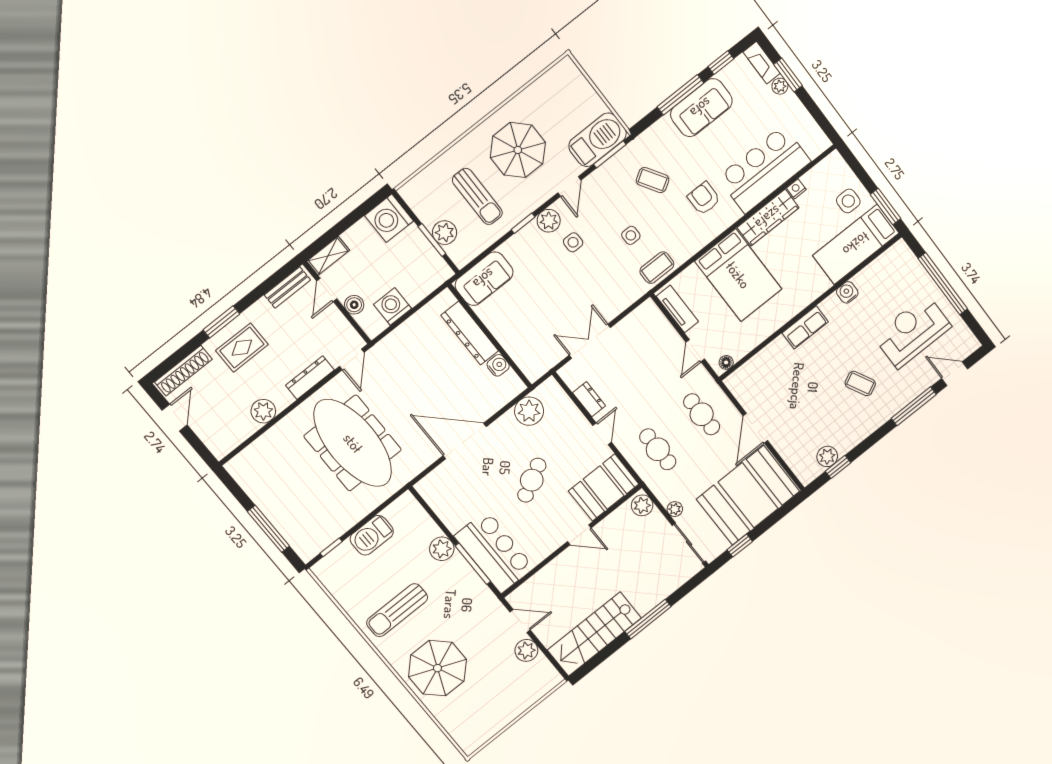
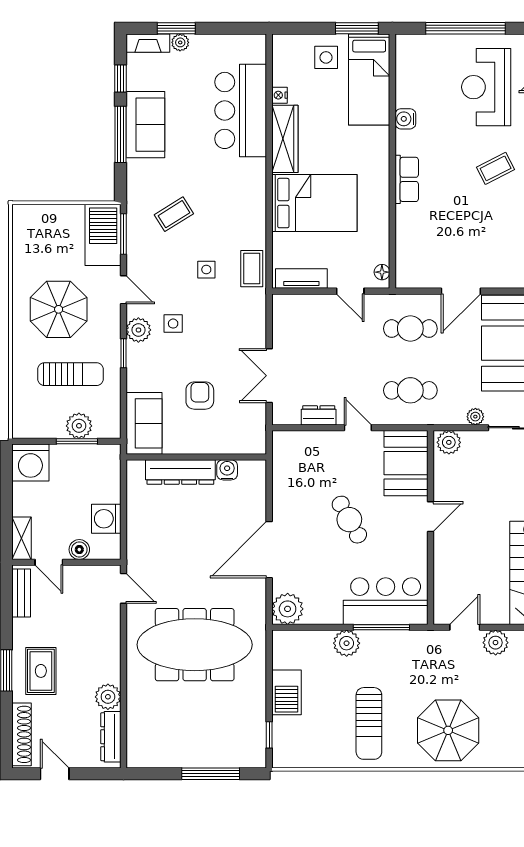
armchair: (704, 198) -> (200, 396), moved, turned 90
dresser: (310, 378) -> (111, 737), moved
plant: (529, 411) -> (288, 609), moved
door: (755, 428) -> (461, 291), hinge flipped

